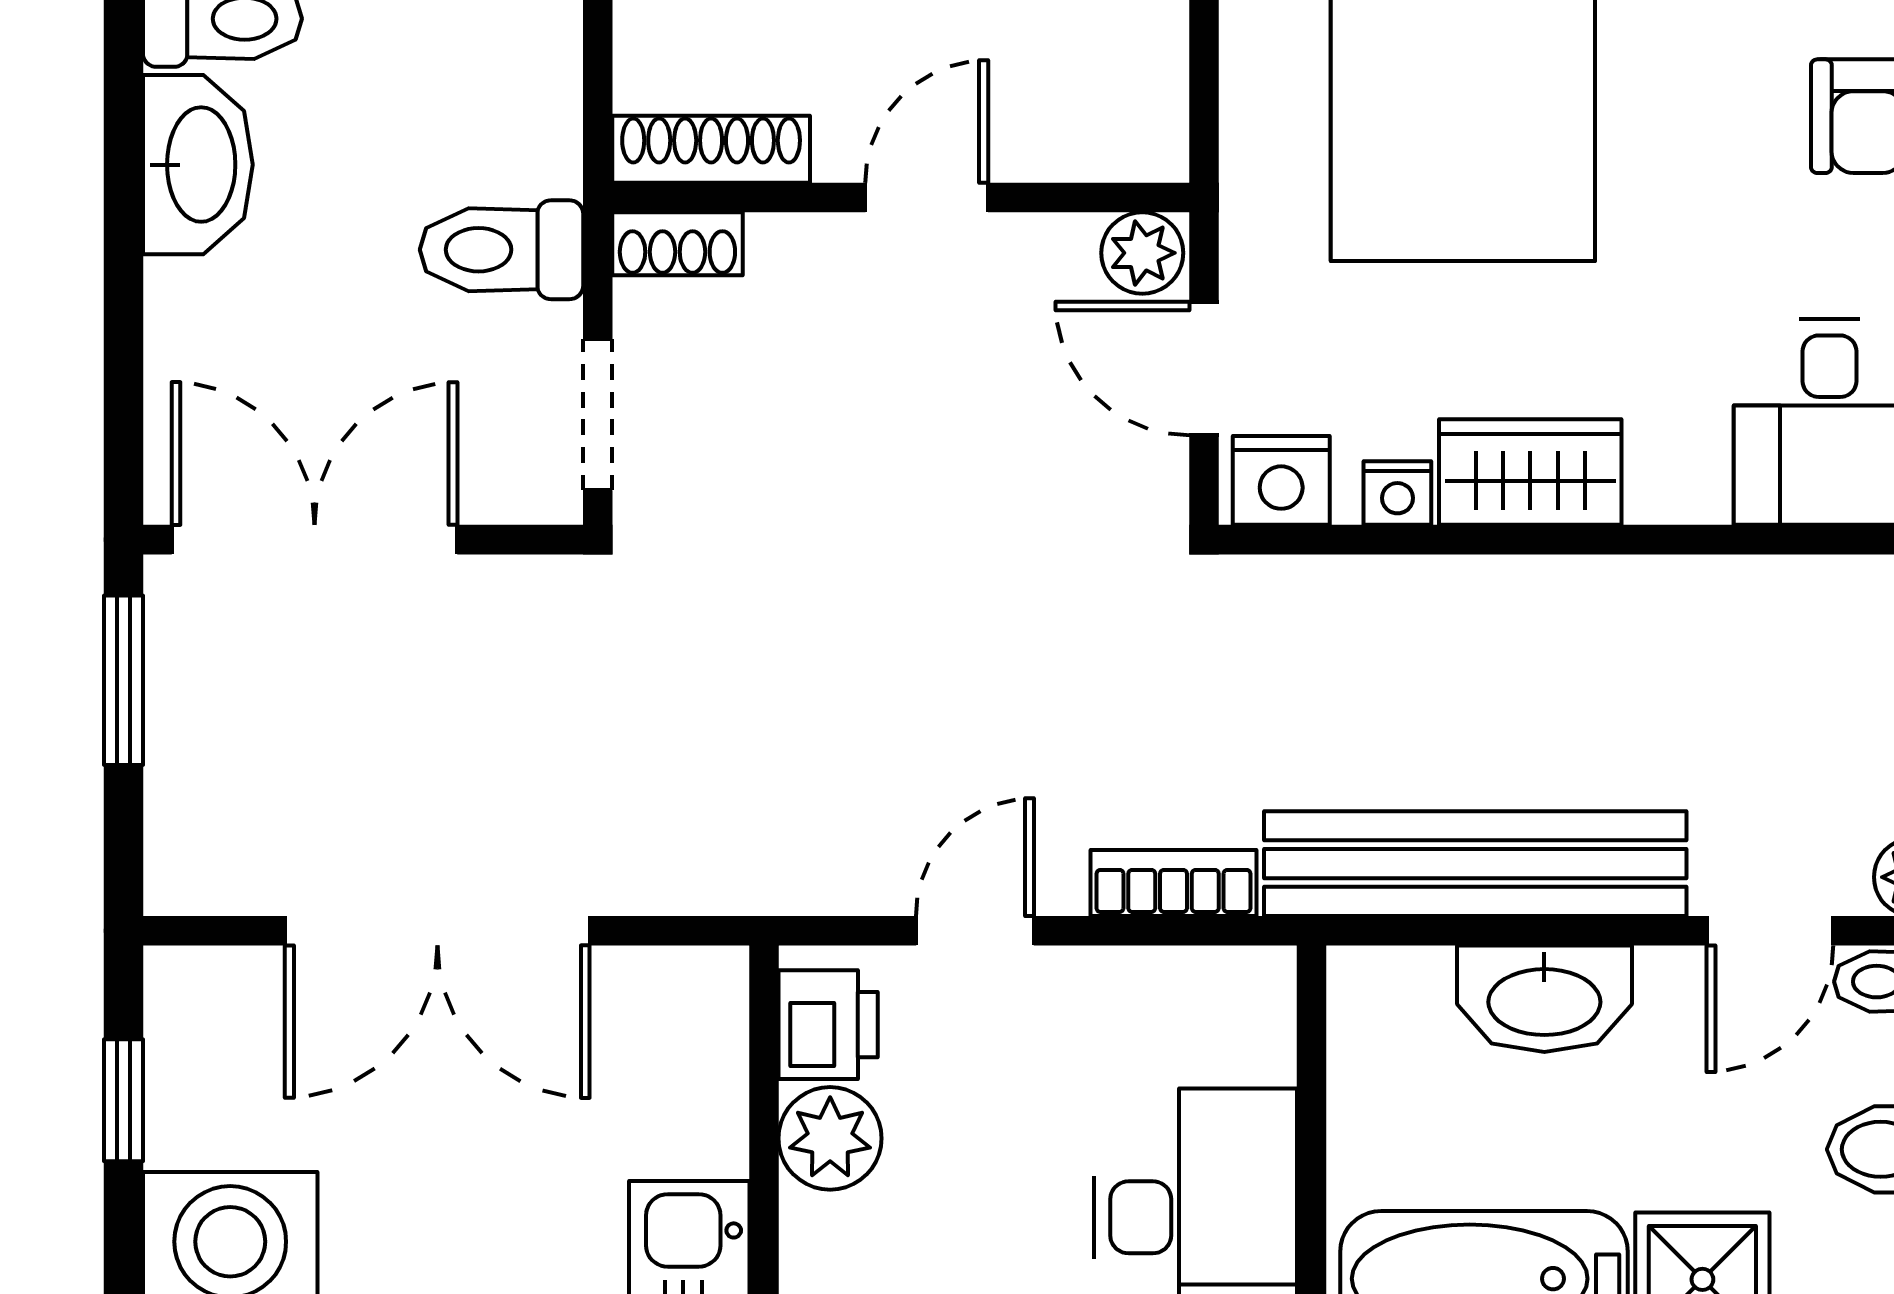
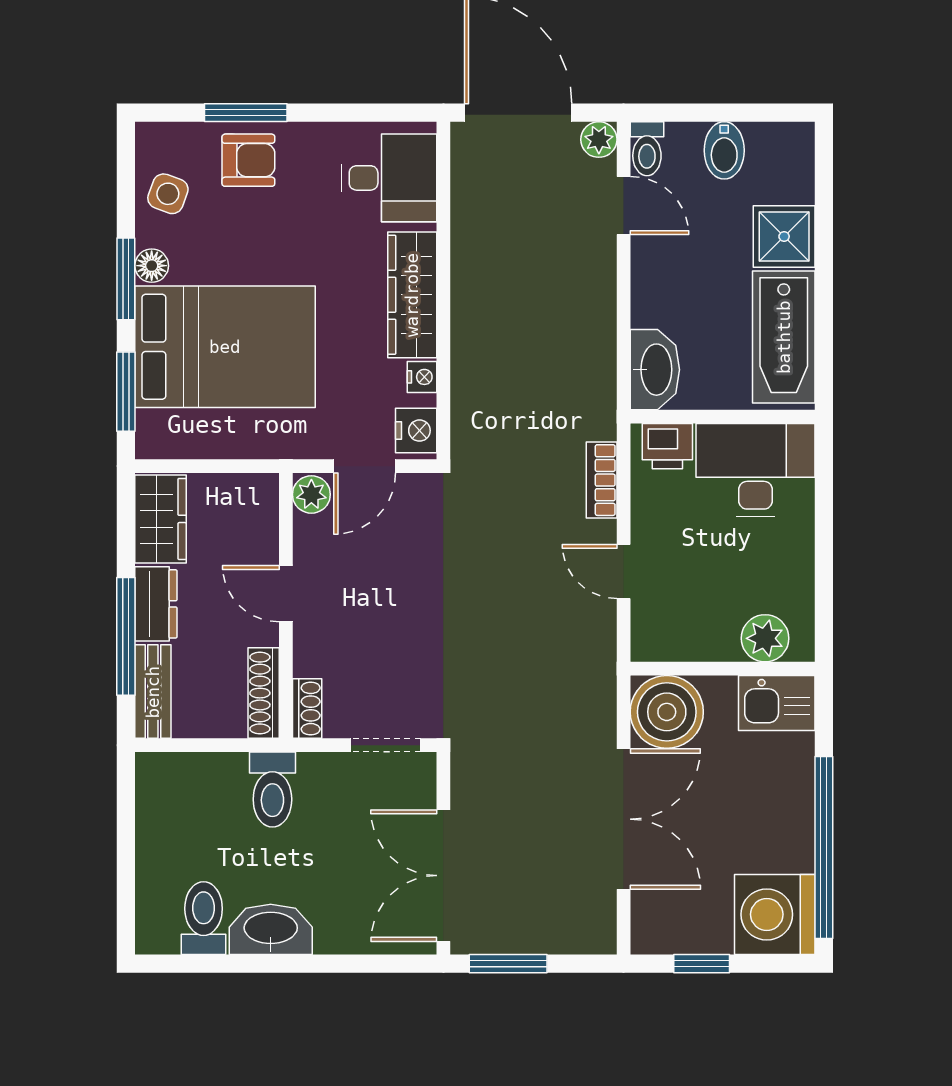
toilet: (501, 250) -> (272, 790), moved
wardrobe: (1530, 472) -> (412, 295), width x1.50
bench: (1475, 864) -> (593, 341), removed
washbasin: (1544, 999) -> (655, 370), moved
boiler: (670, 1025) -> (667, 712), added
printer: (828, 1025) -> (667, 446), moved, turned 180
plant: (830, 1138) -> (765, 638), moved

